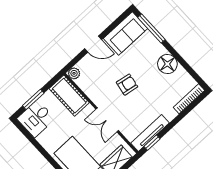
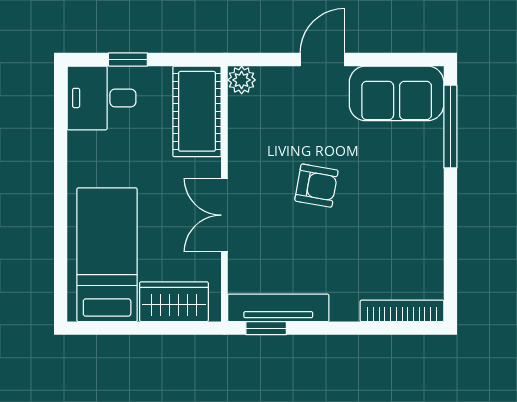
door: (93, 44) -> (322, 60), swing flipped
floor lamp: (167, 64) -> (421, 215), removed
window: (33, 99) -> (128, 60), width x0.67

